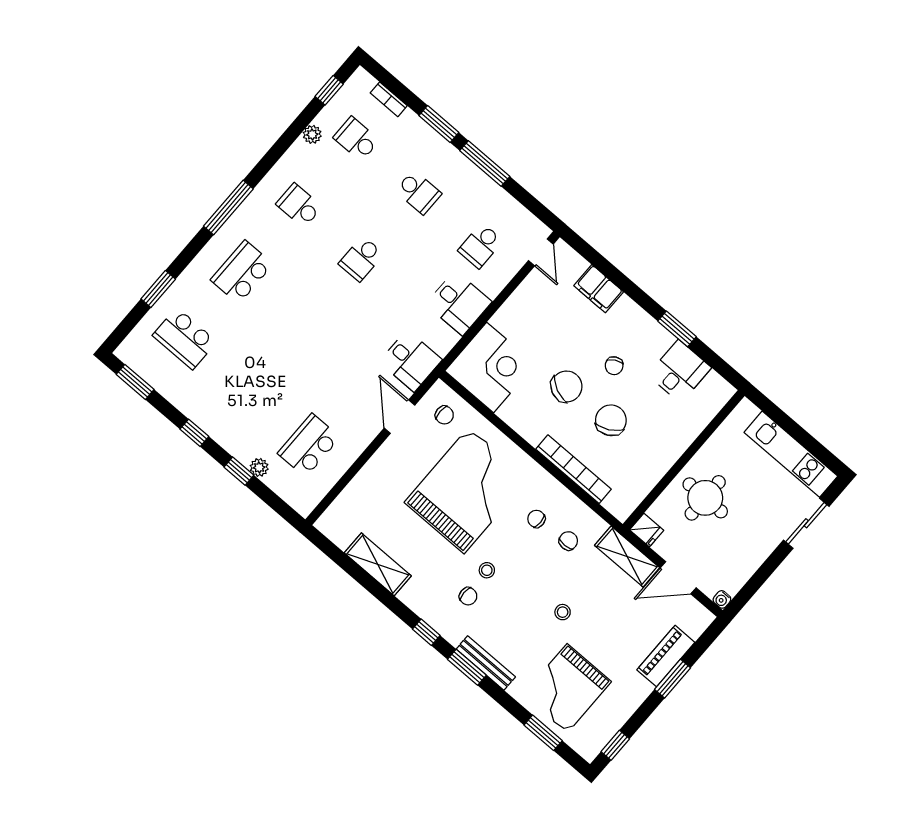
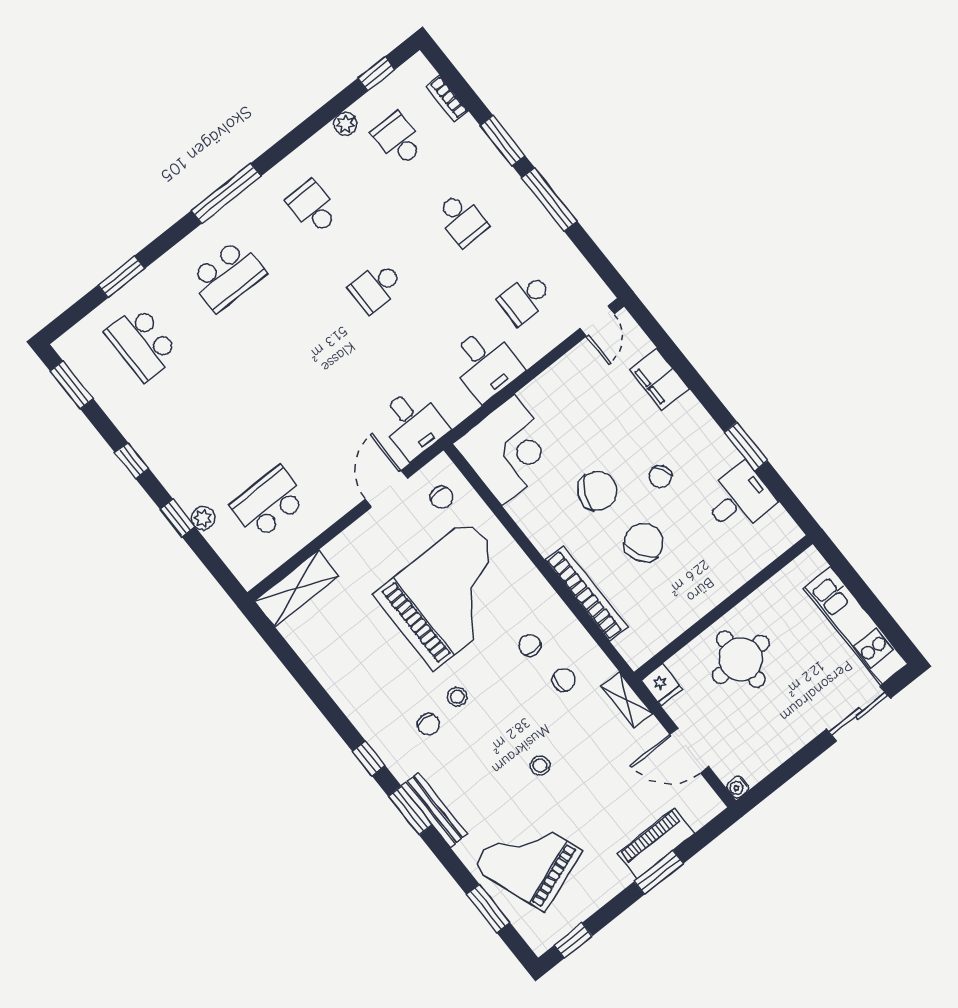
school desk: (242, 272) -> (227, 275), turned 180
shelving: (627, 556) -> (627, 700), width x0.67, depth x0.75
shelving: (378, 564) -> (297, 588), moved, turned 90
grand piano: (567, 688) -> (528, 860), turned 70

